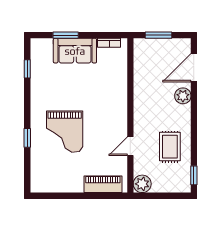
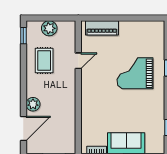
grand piano: (65, 132) -> (135, 73), turned -90
plant: (142, 184) -> (49, 28), moved

